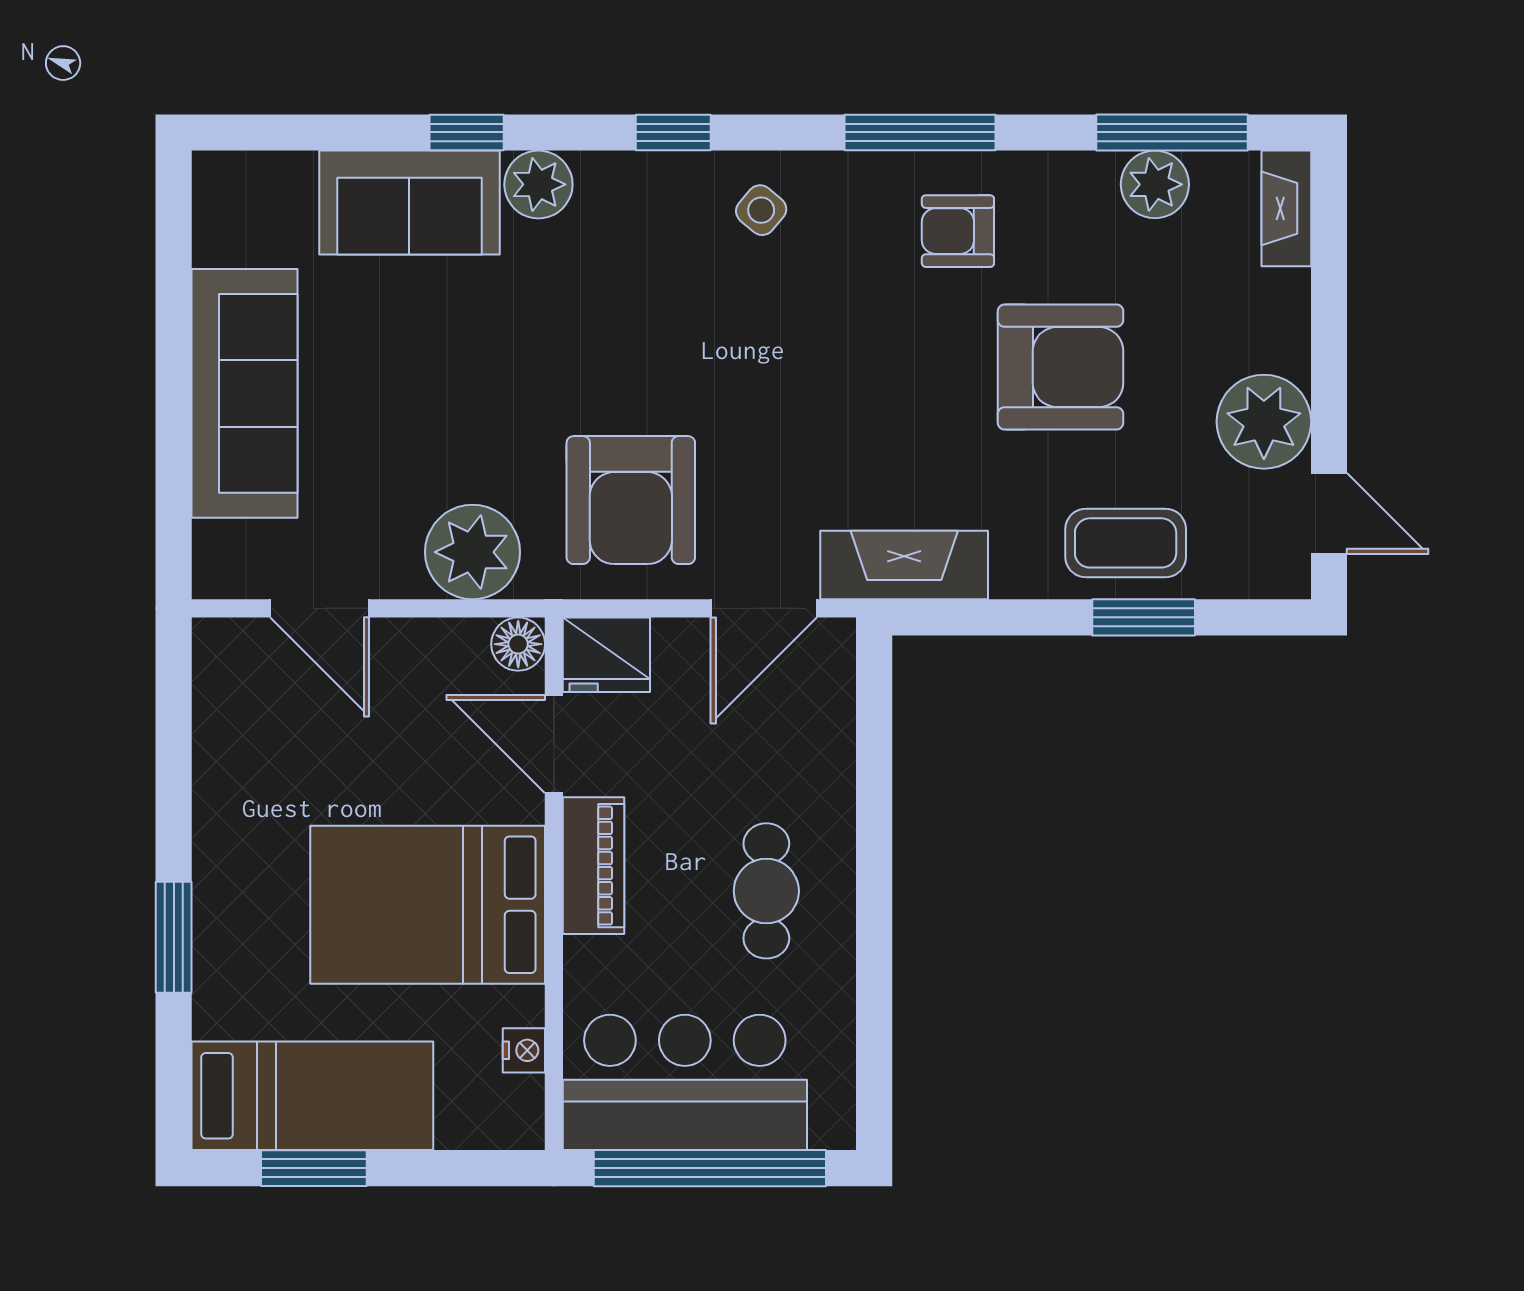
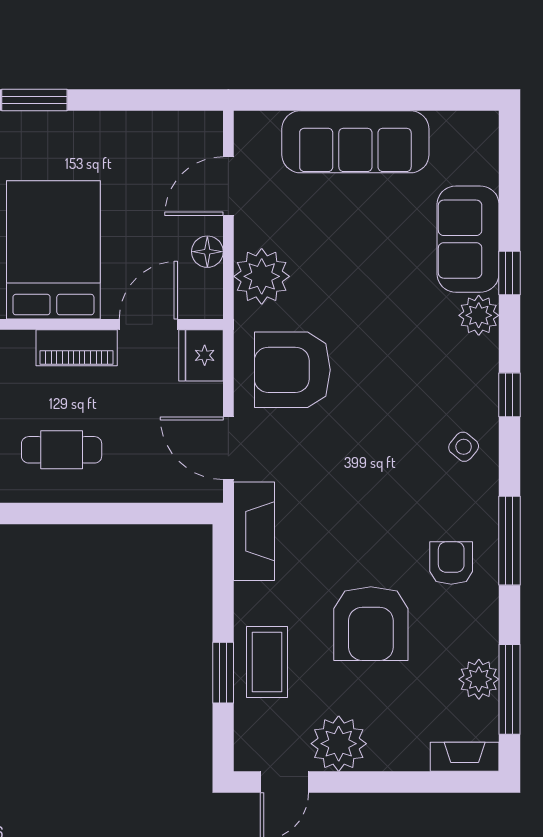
floor lamp: (518, 644) -> (207, 252), moved

